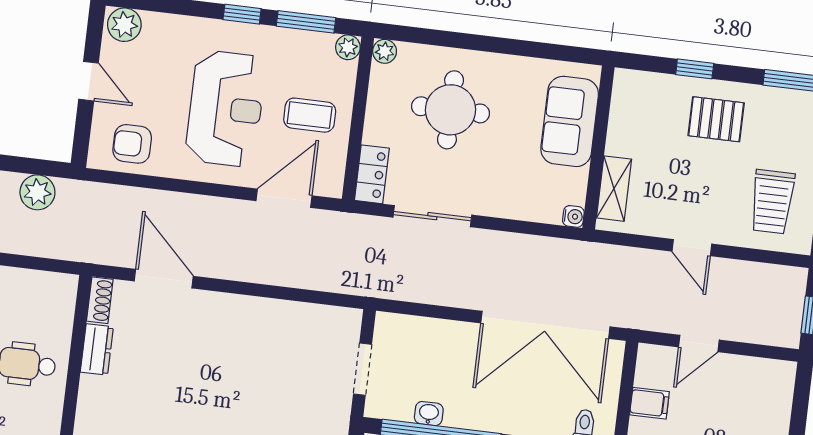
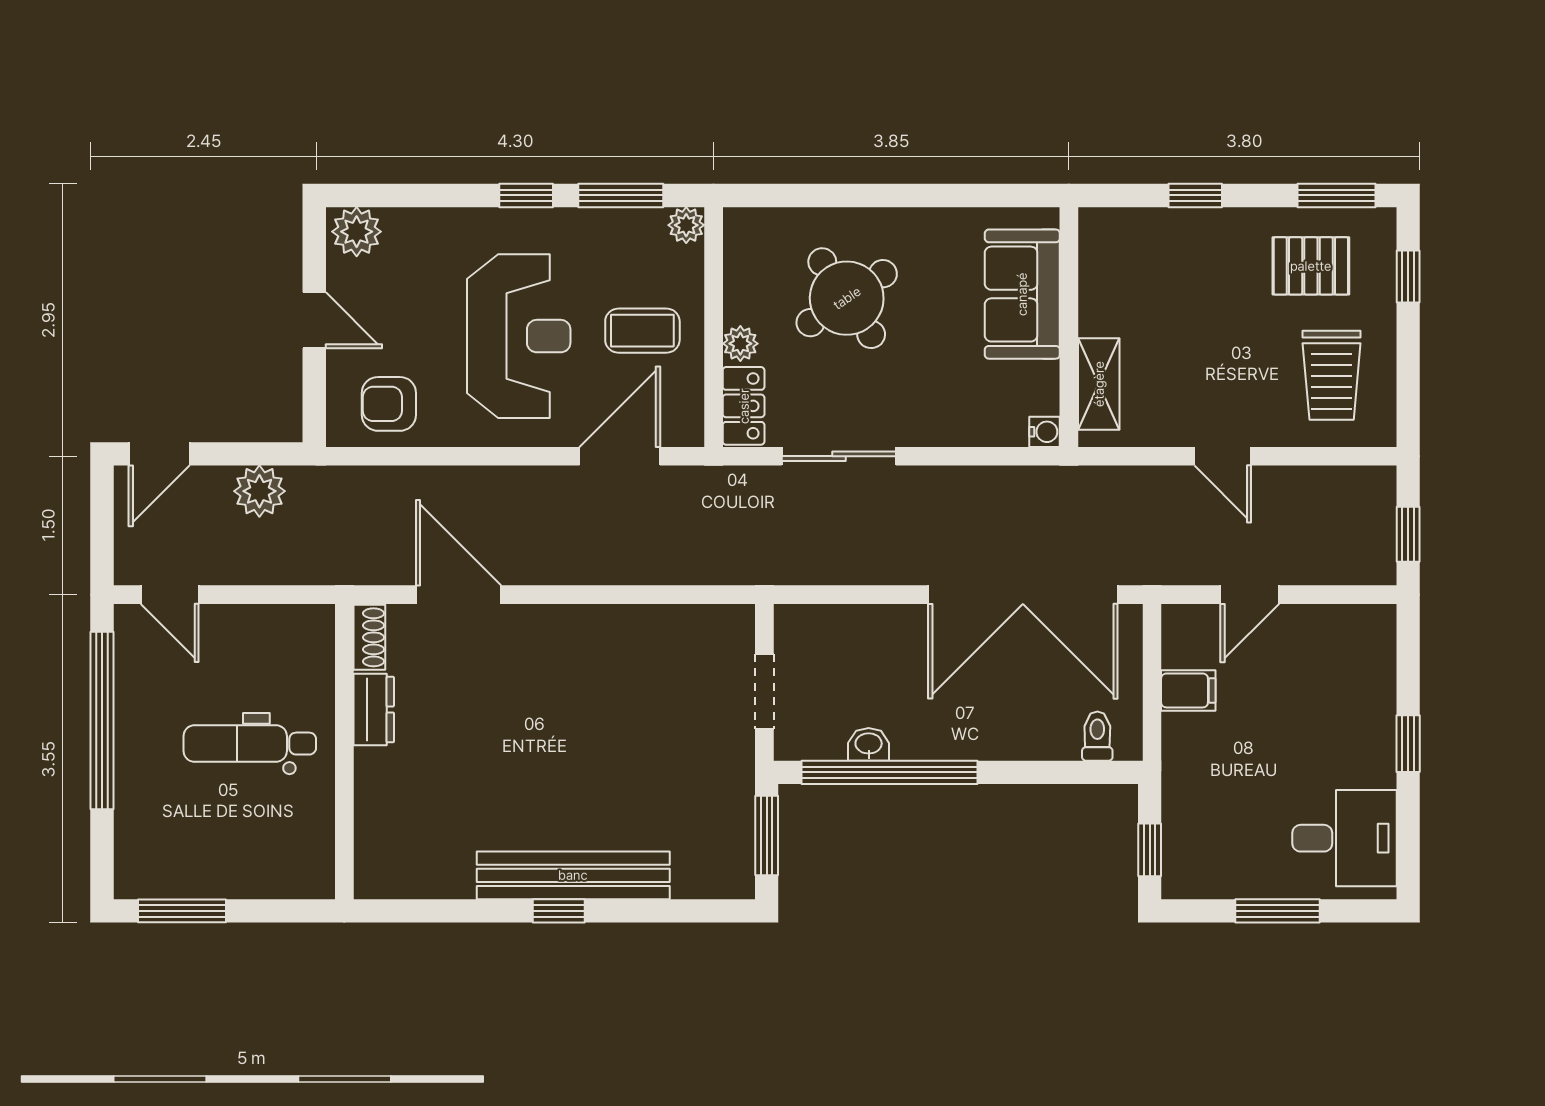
plant: (385, 51) -> (740, 344), moved
round table: (451, 110) -> (847, 298), turned -34
pallet: (716, 119) -> (1311, 266), moved

